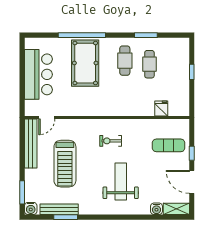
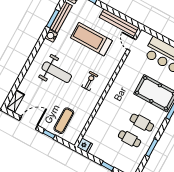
fridge: (161, 108) -> (85, 145), moved
water cooler: (156, 209) -> (51, 36), moved

